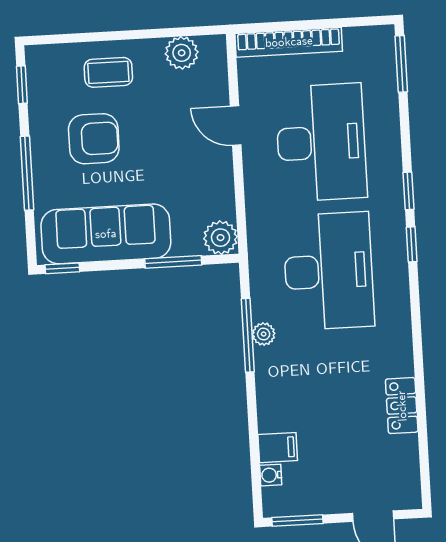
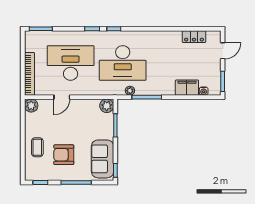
plant: (182, 53) -> (31, 106), moved
armchair: (94, 139) -> (64, 155), turned -90
sofa: (106, 234) -> (102, 159), width x0.73
desk: (329, 271) -> (123, 63), turned 180
plant: (264, 334) -> (130, 91), moved
locker: (402, 406) -> (194, 37), moved
filing cabinet: (278, 448) -> (187, 88), width x2.00

